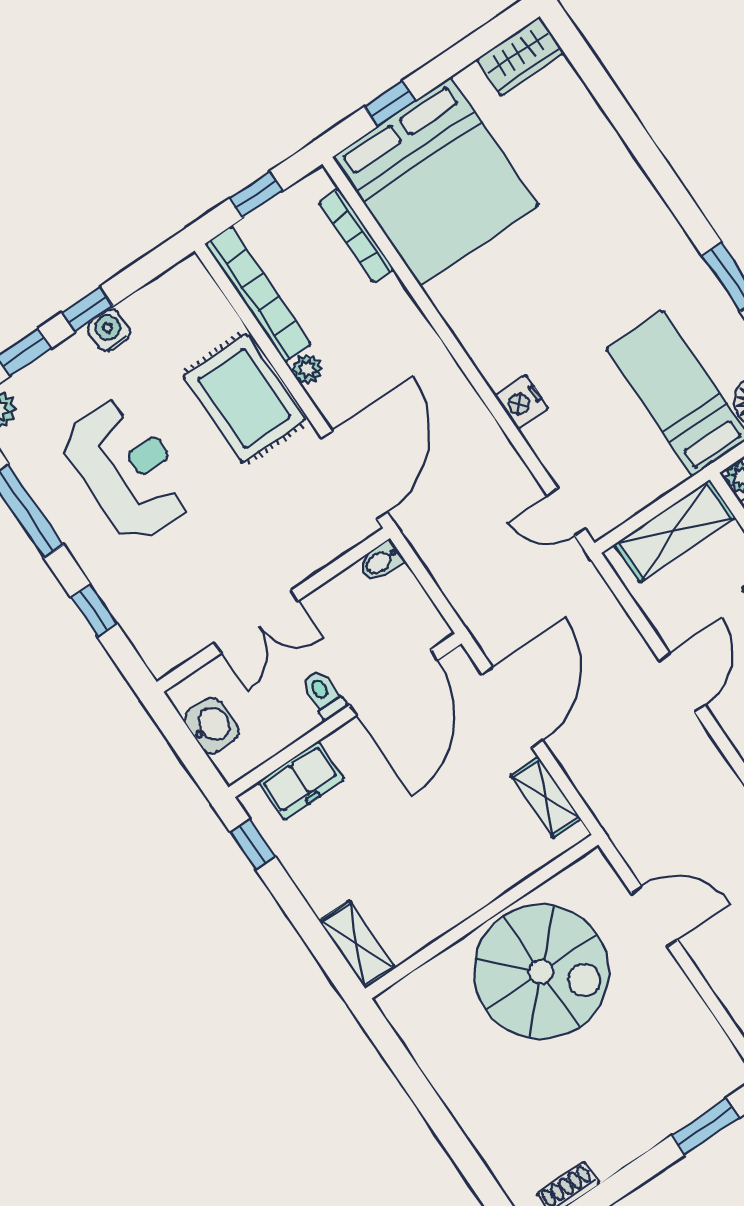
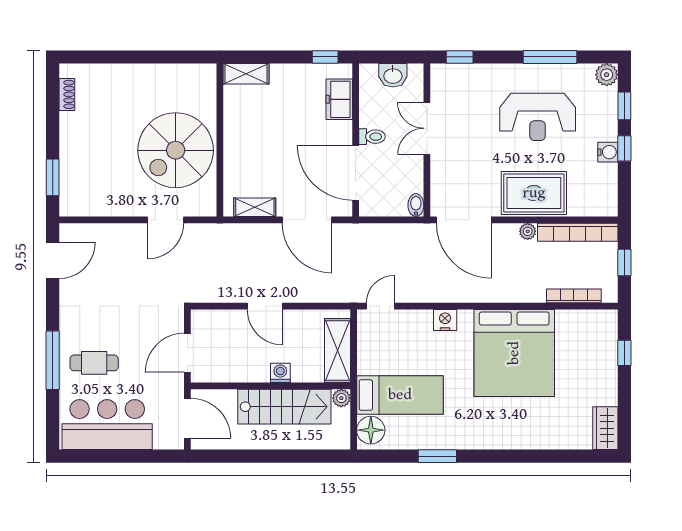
bed: (435, 181) -> (514, 353), moved, turned -90
window: (94, 610) -> (460, 57), moved

